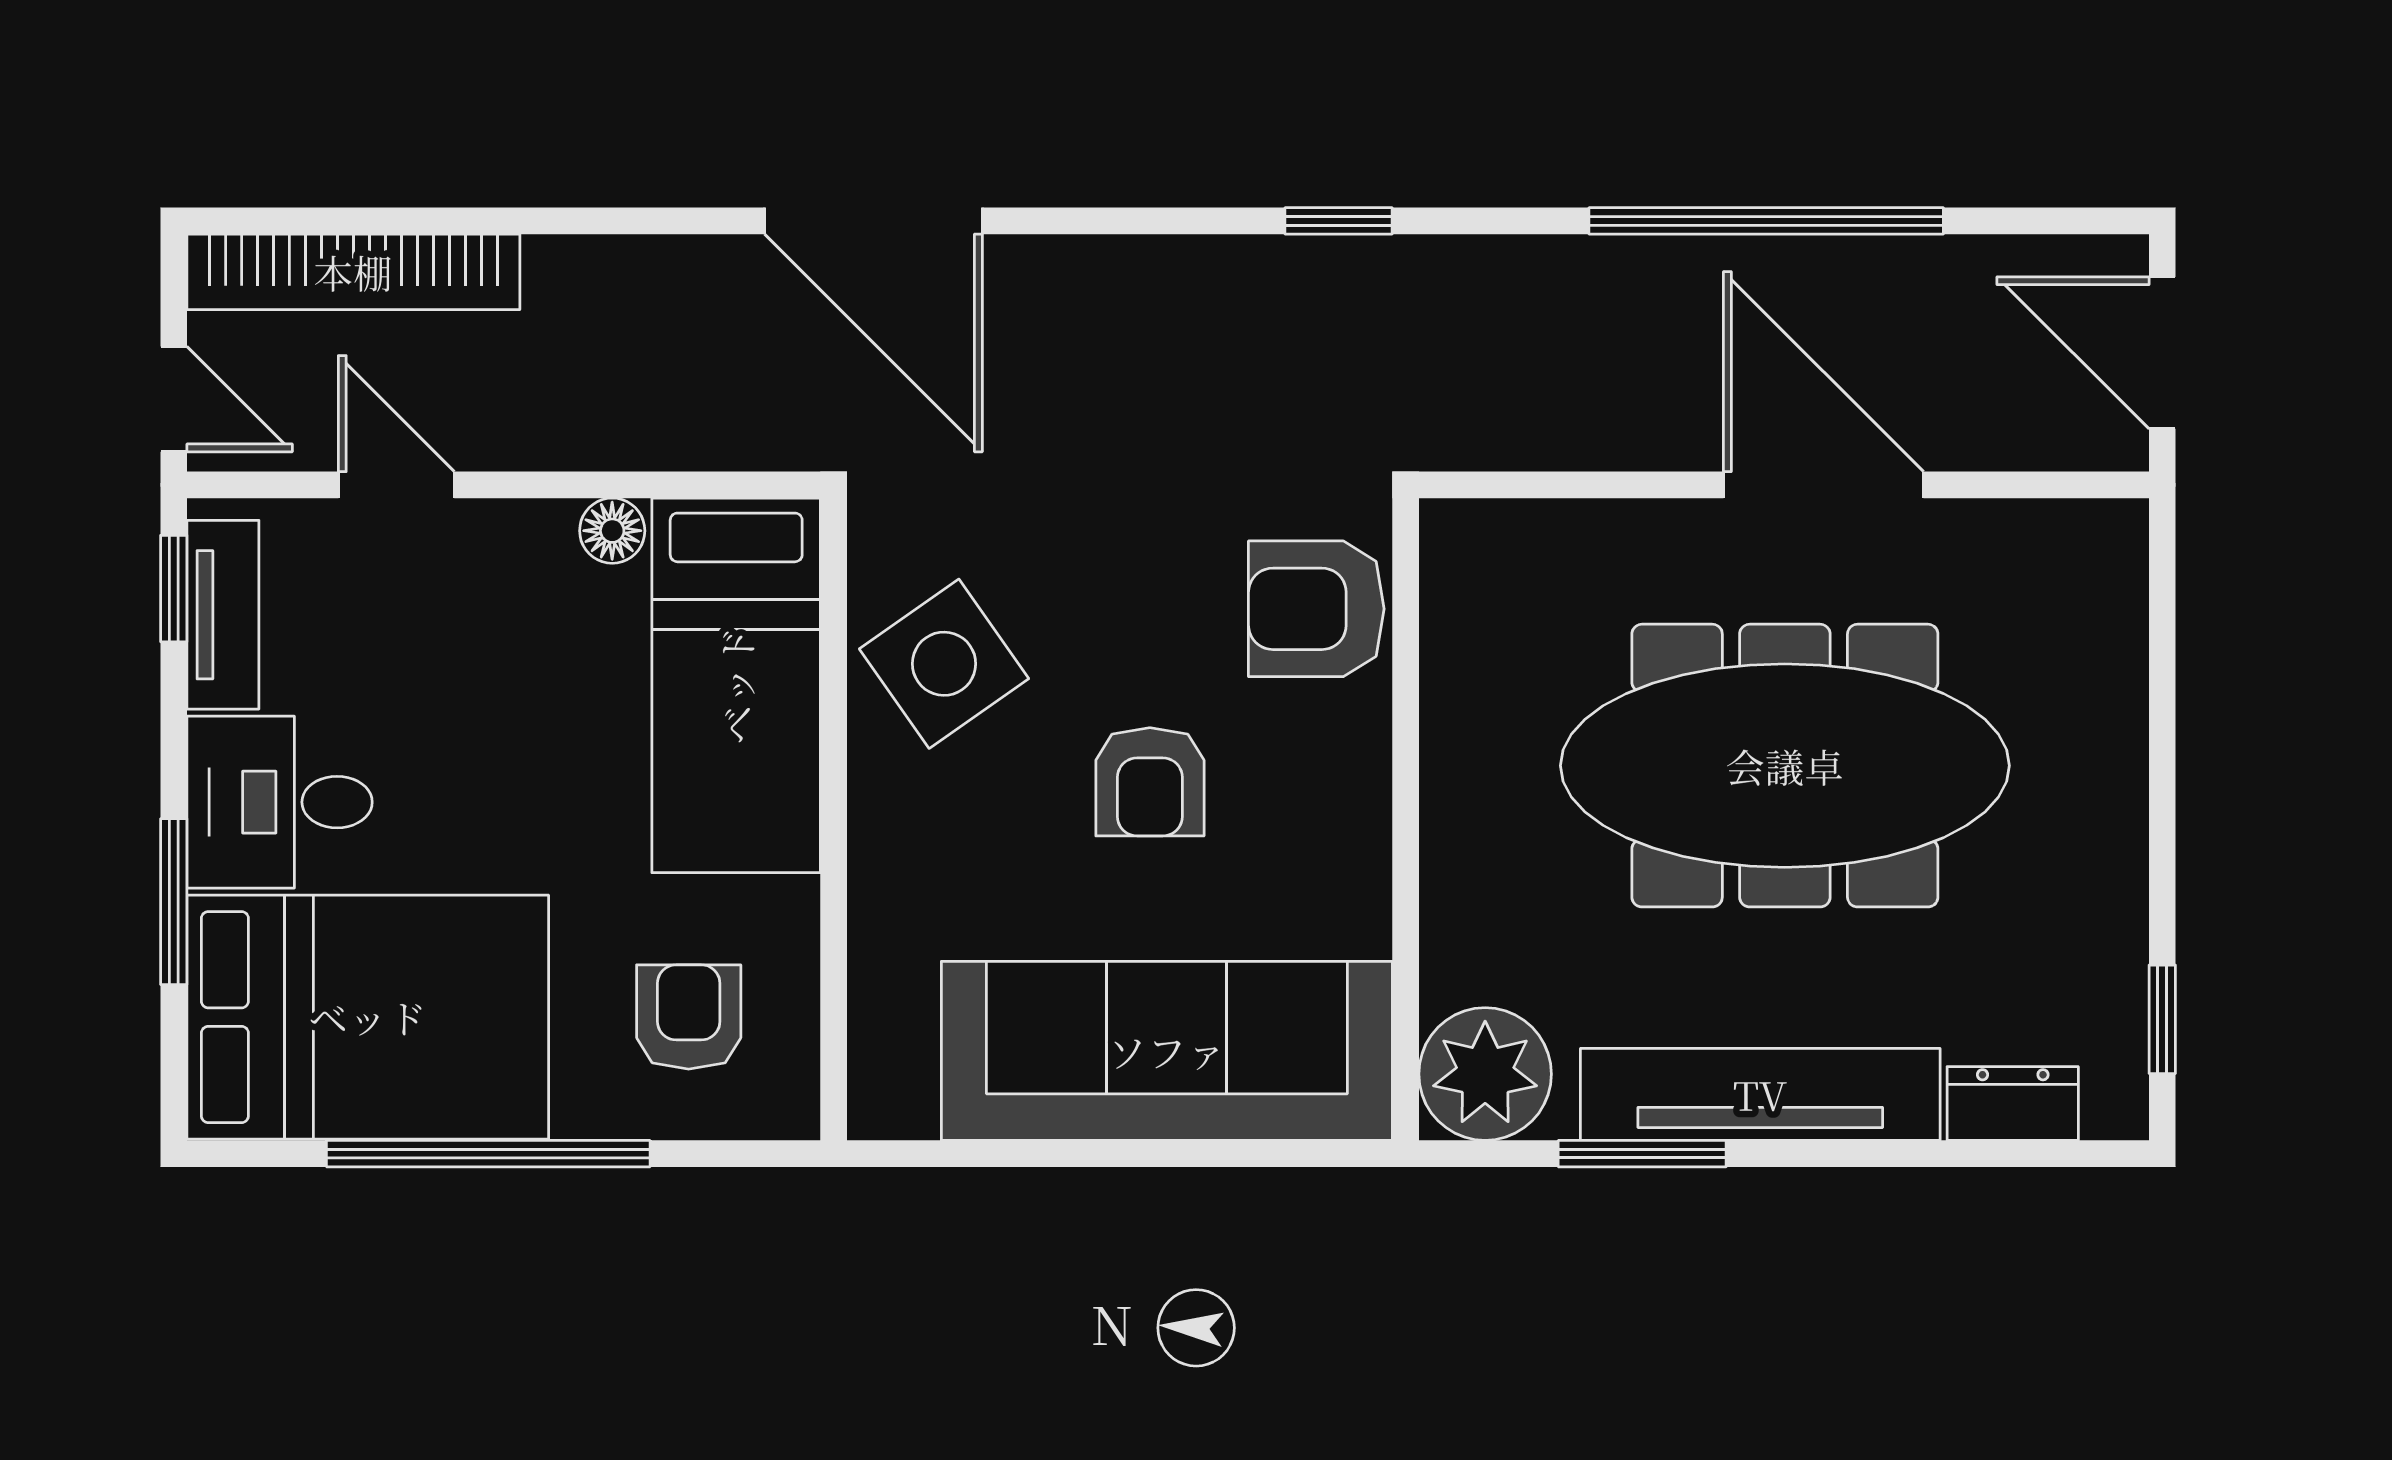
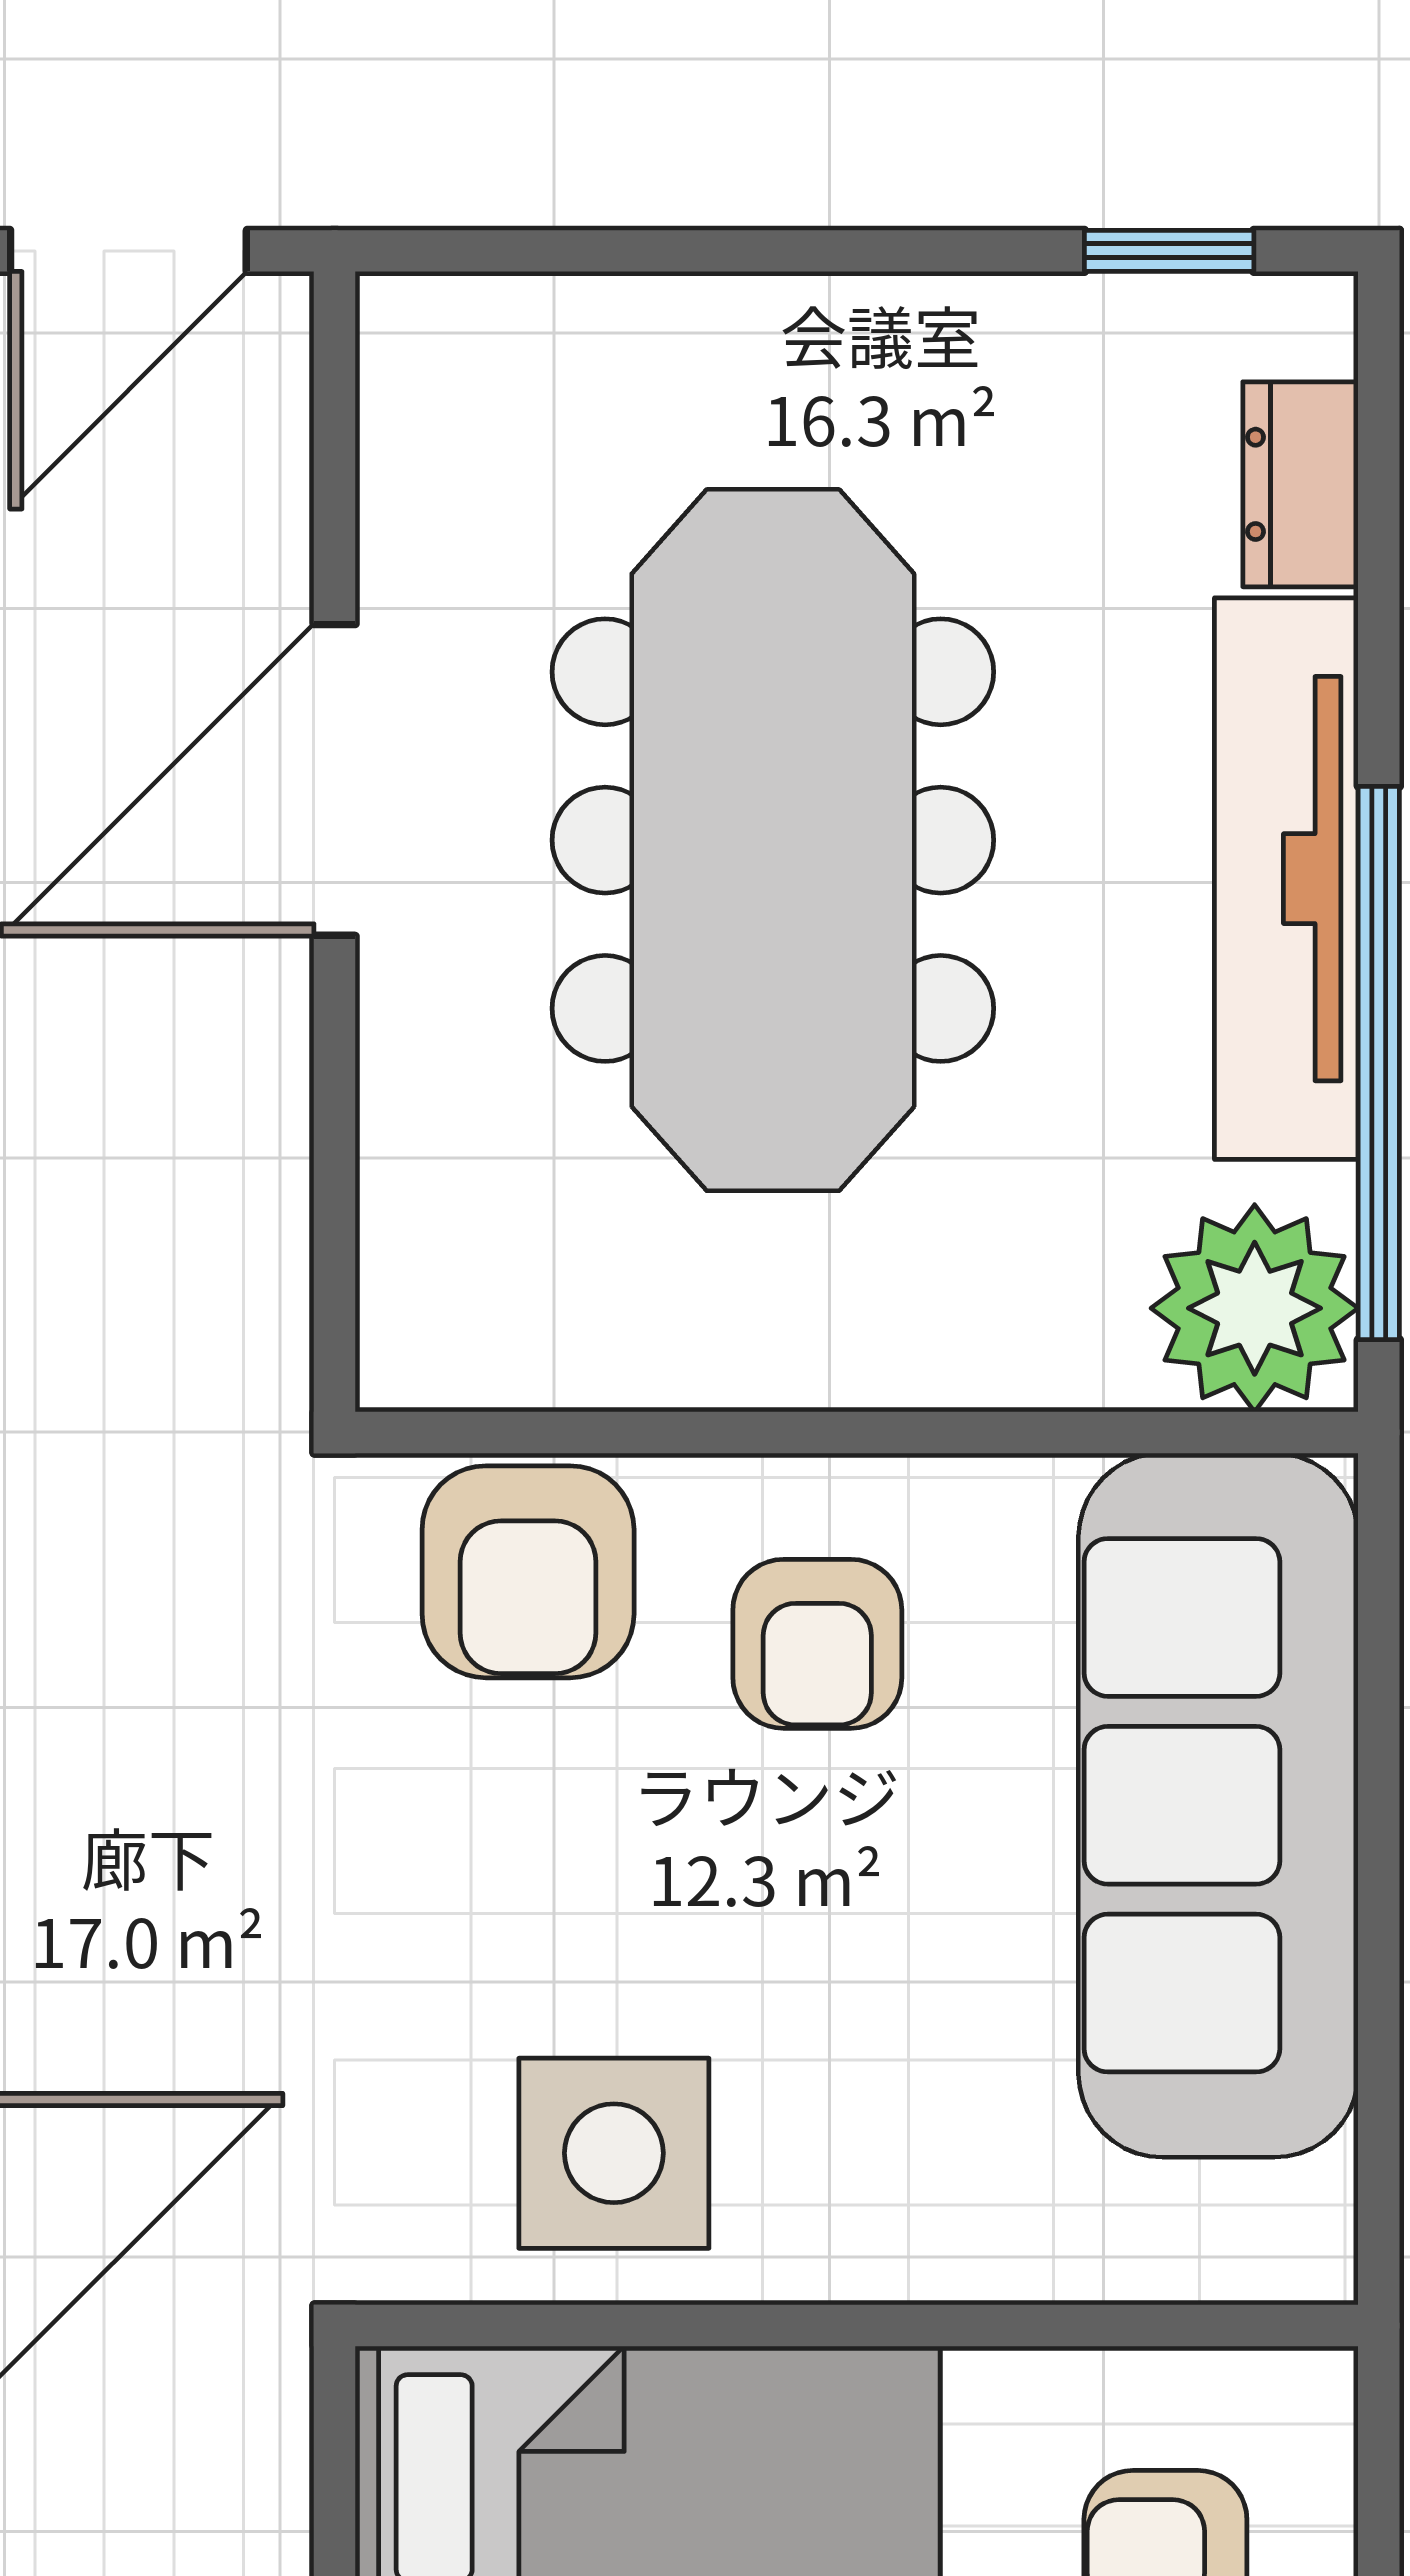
side table: (944, 664) -> (614, 2153), turned 35
armchair: (1150, 782) -> (817, 1644), moved, turned 90
window: (1642, 1154) -> (1379, 1063), width x2.11

